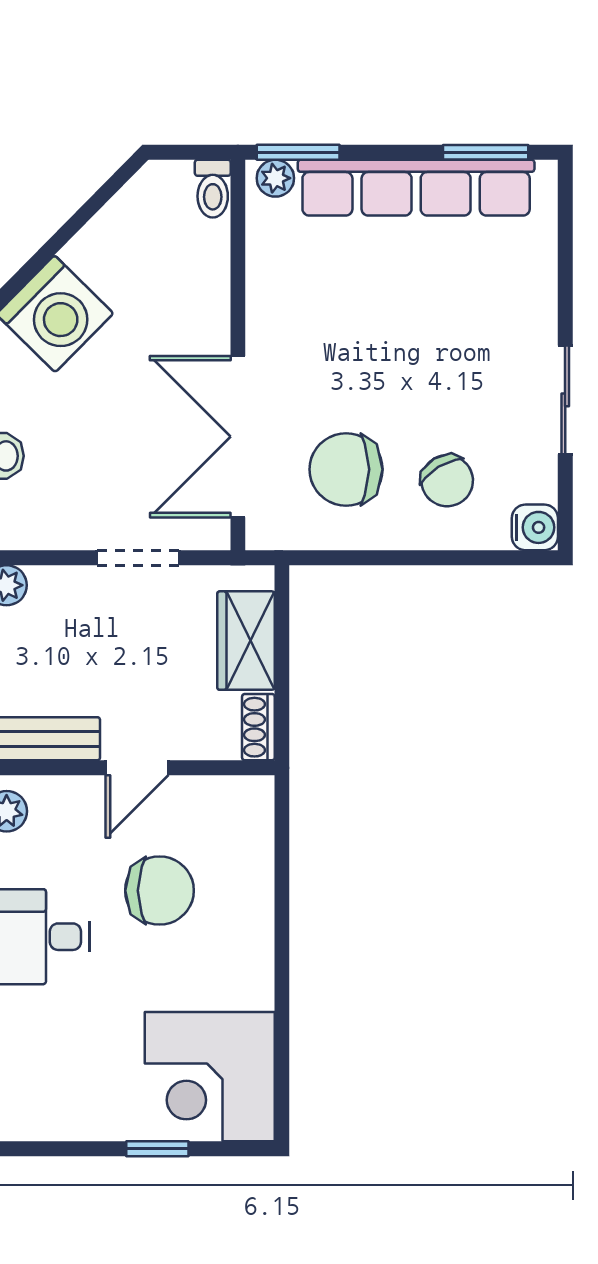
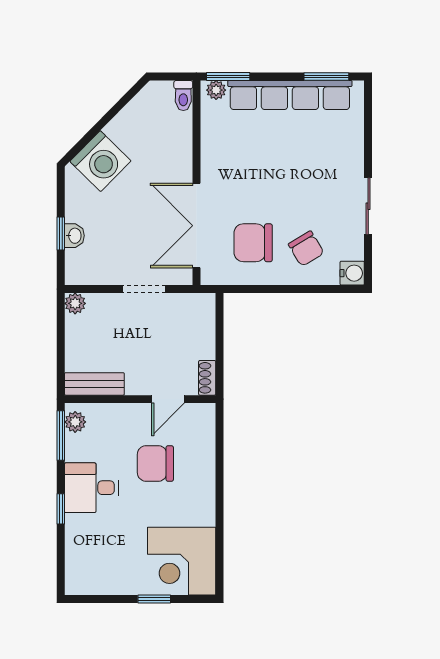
wardrobe: (246, 641) -> (201, 332), removed
door: (137, 768) -> (168, 399), moved
chair: (159, 891) -> (155, 463), turned 180

